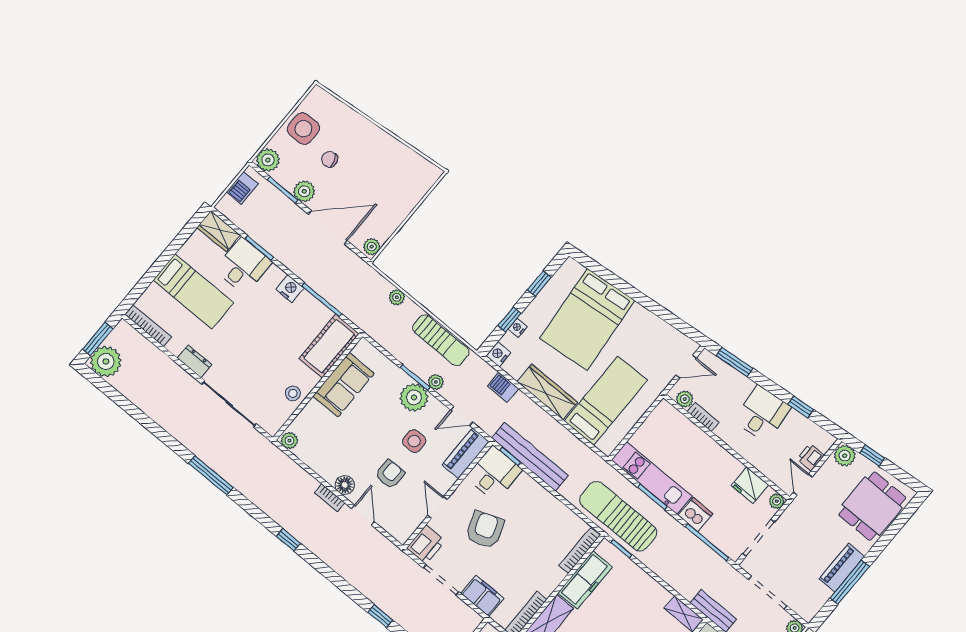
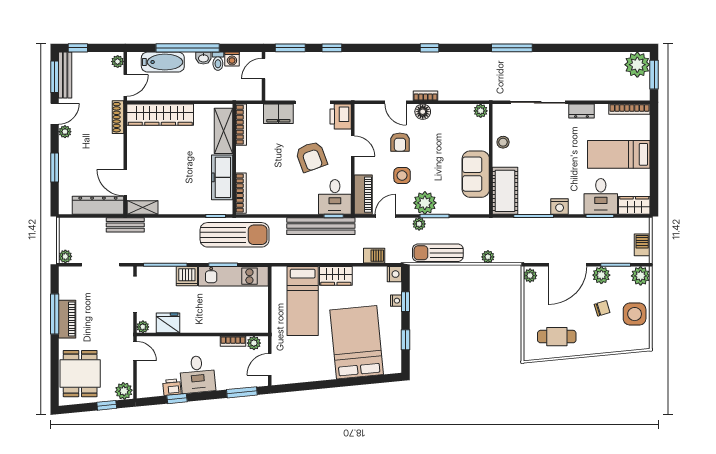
cafe table: (394, 168) -> (557, 337), added
wardrobe: (547, 392) -> (336, 276), width x0.67
printer: (811, 457) -> (172, 387), moved, turned -96

